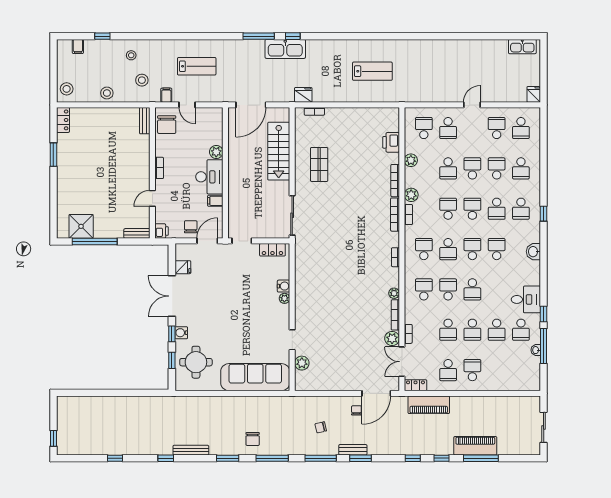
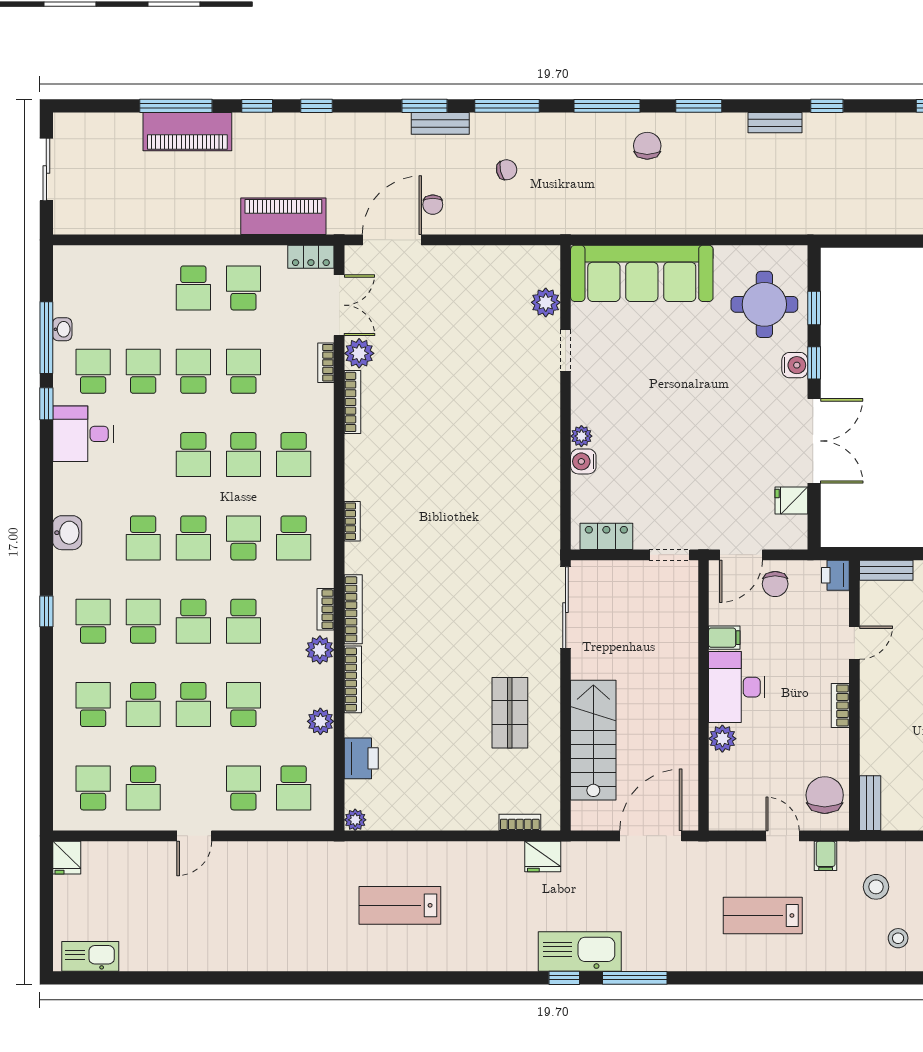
school desk: (472, 289) -> (193, 455), turned 180
plant: (394, 293) -> (355, 820), moved
bench: (191, 450) -> (775, 123), width x0.73

